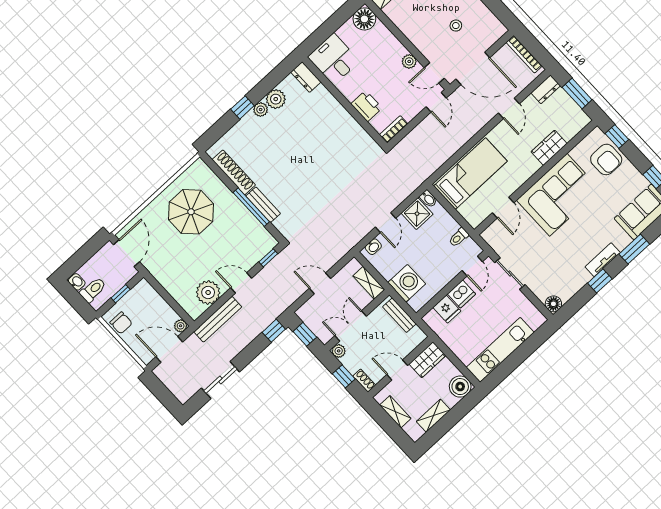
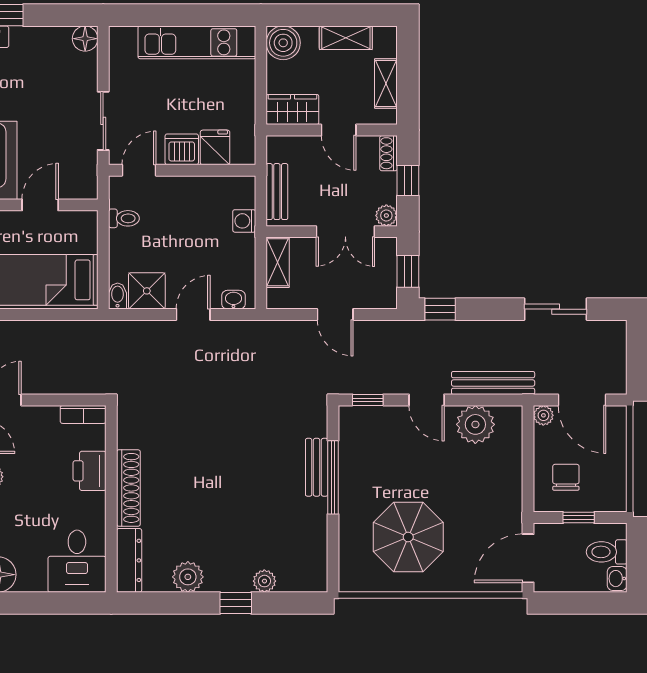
dresser: (306, 77) -> (129, 560), width x1.44
plant: (261, 110) -> (264, 581), moved
shoe rack: (234, 172) -> (128, 488), moved, turned 180
washing machine: (407, 283) -> (244, 221), width x0.53, depth x0.53
chair: (121, 323) -> (566, 477), moved

